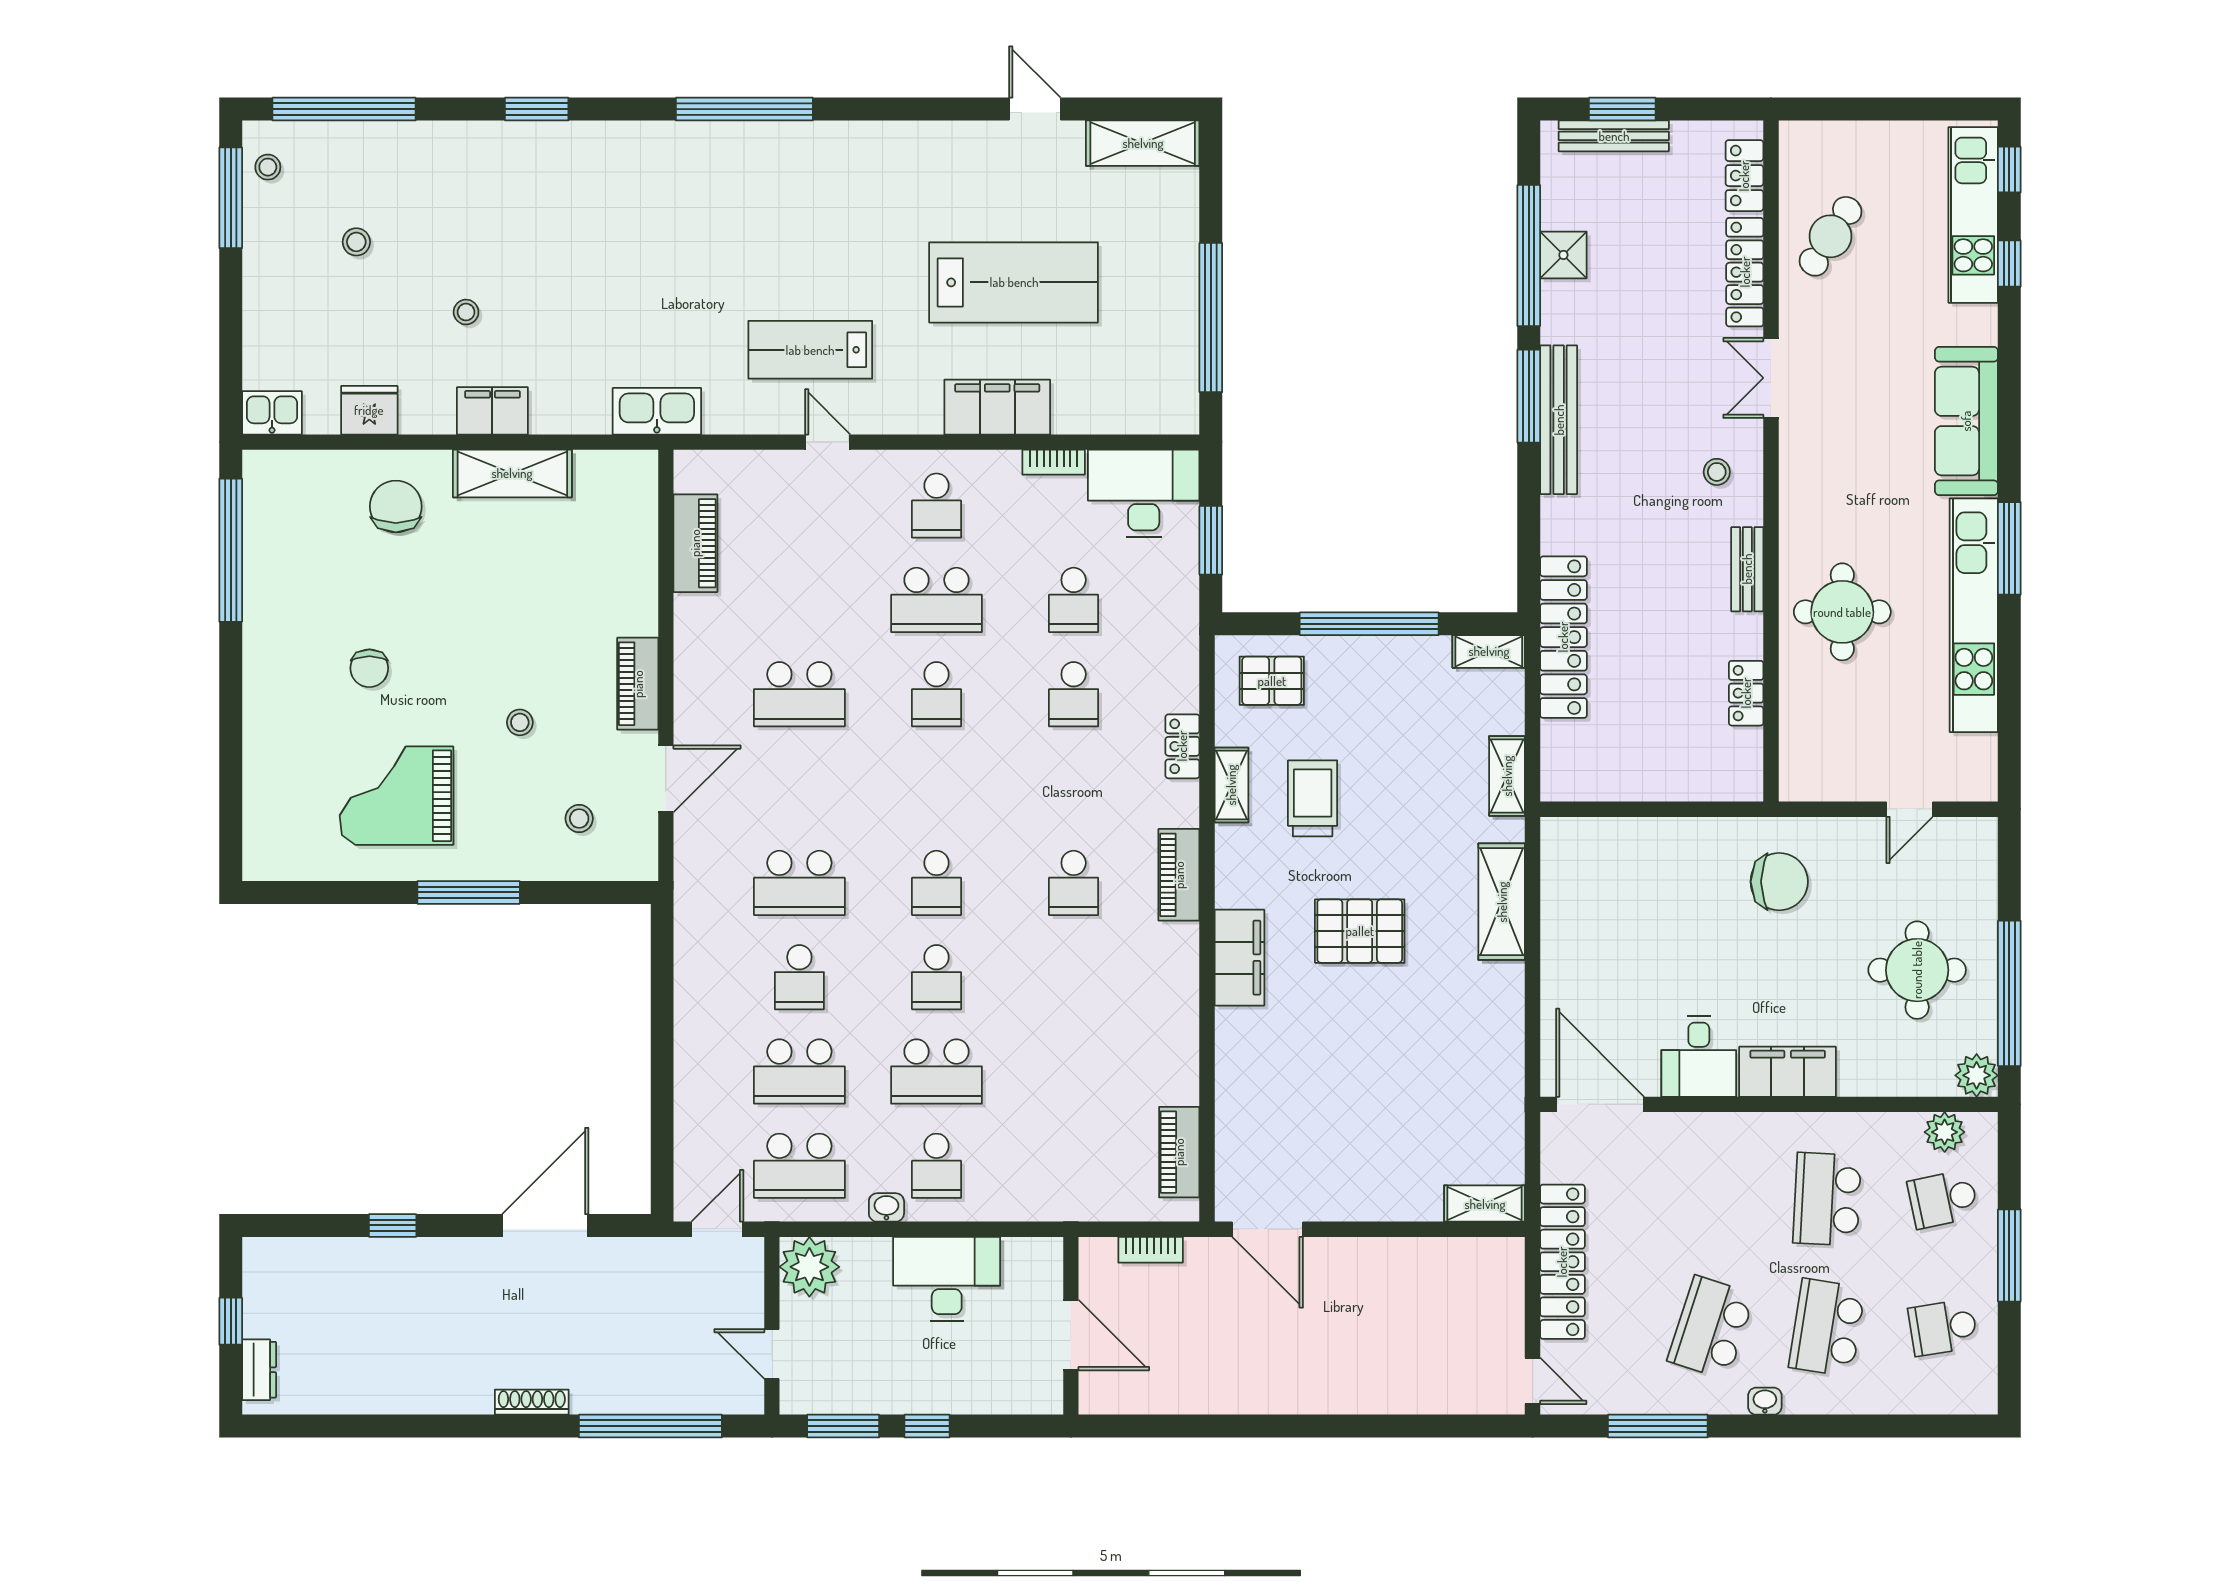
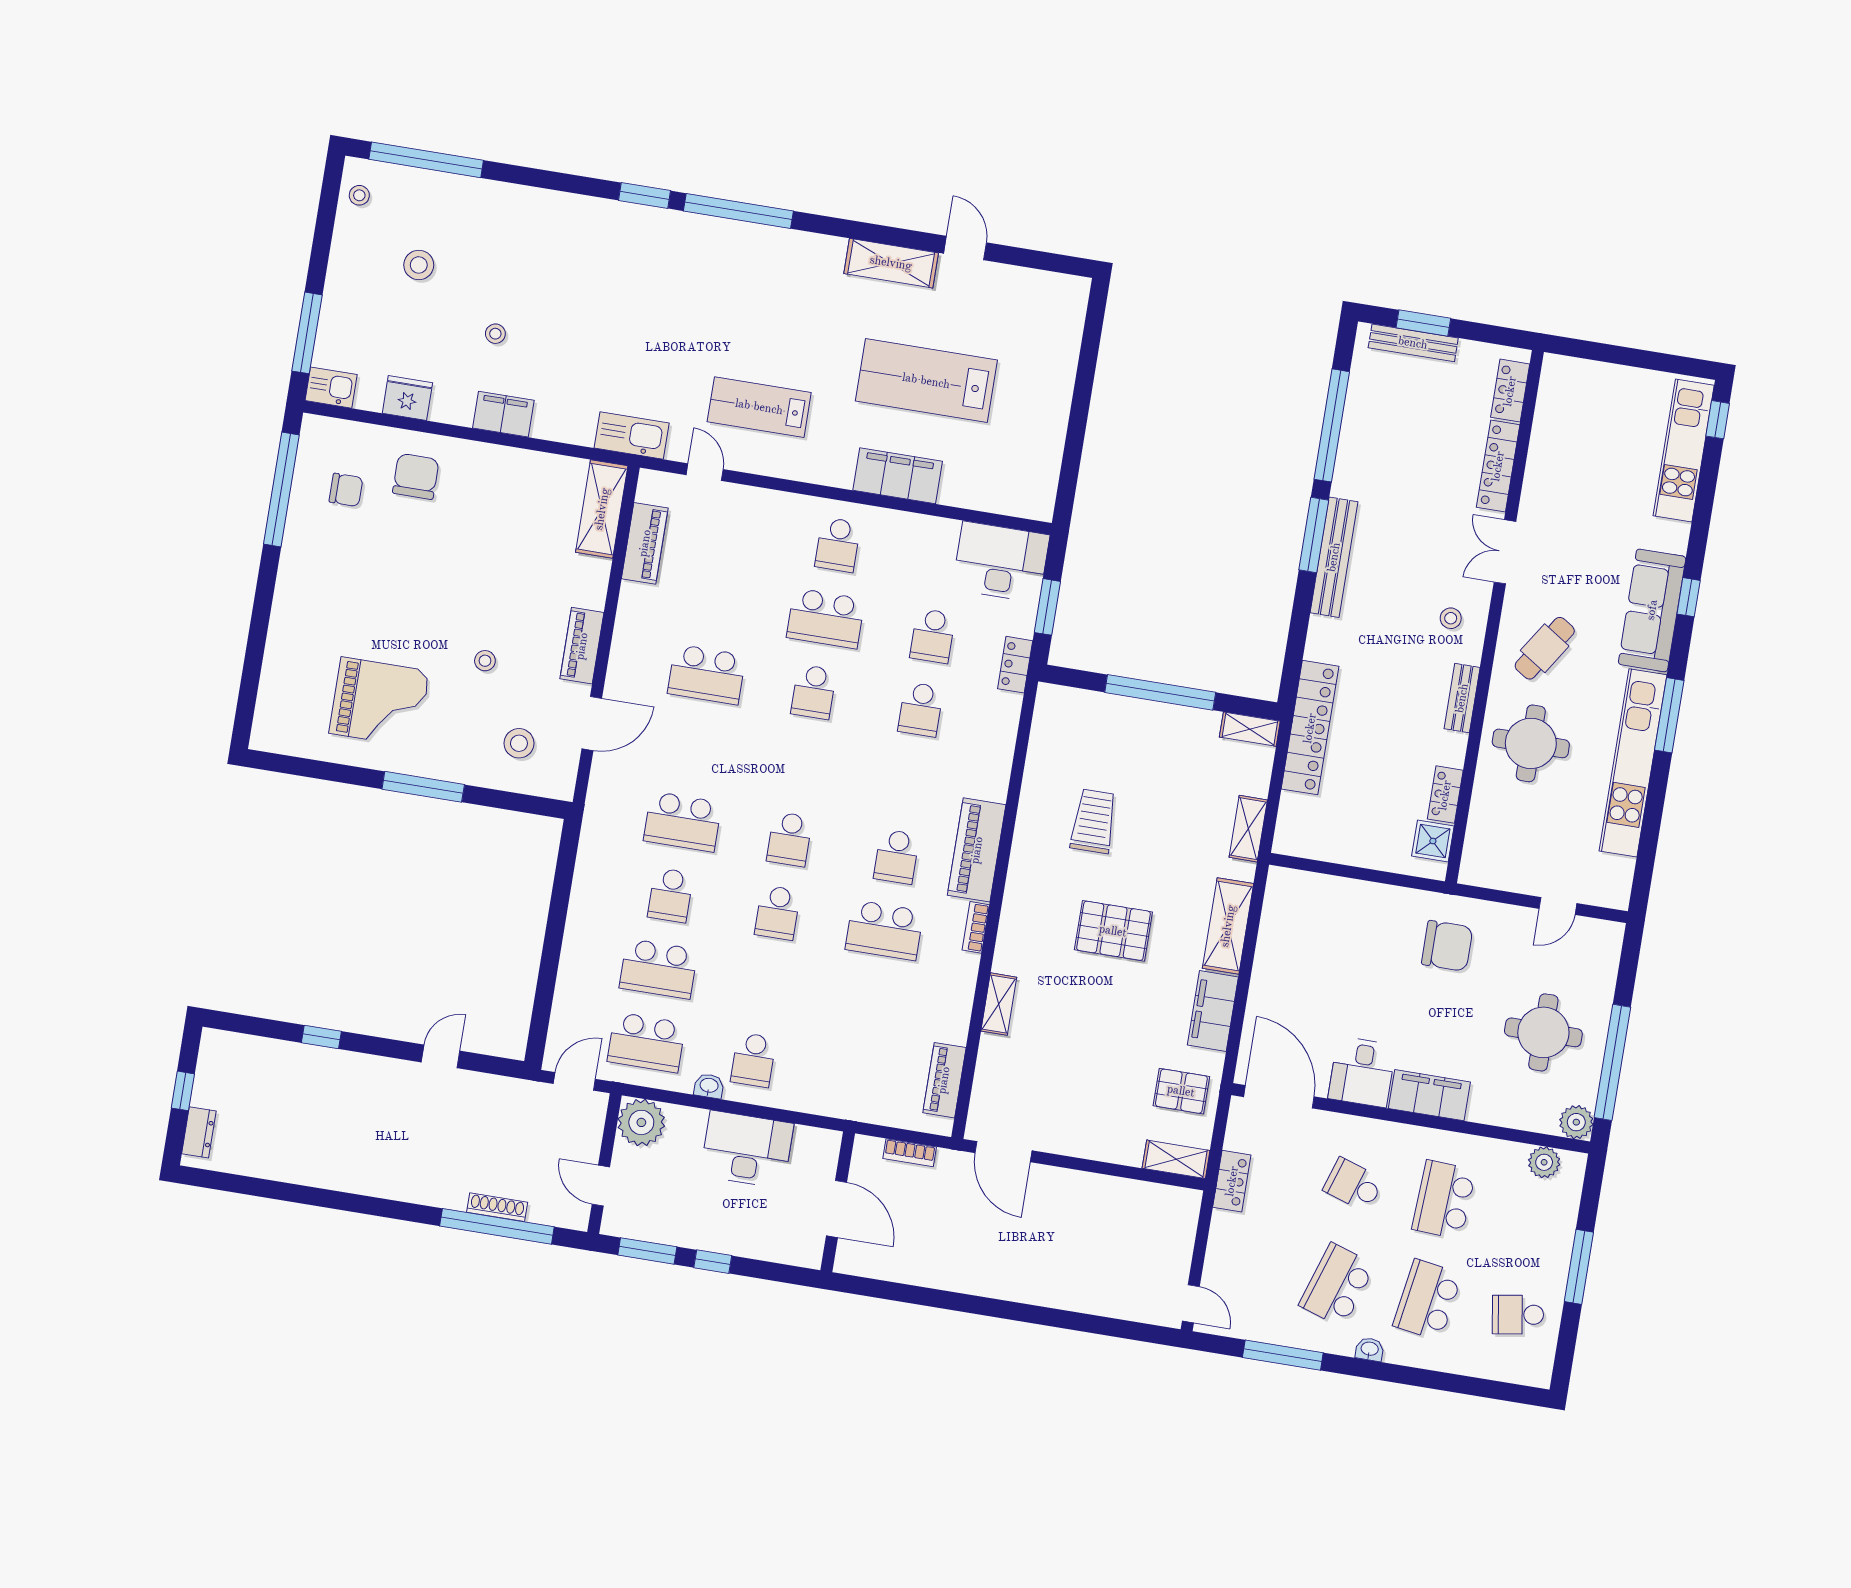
window: (537, 109) -> (645, 196), moved
shelving: (1143, 143) -> (891, 263), moved
window: (231, 198) -> (307, 333), moved
cafe table: (1831, 236) -> (1545, 648), moved
stool: (356, 242) -> (419, 265), width x1.37, depth x1.37
shower: (1563, 255) -> (1433, 841), moved
window: (2009, 264) -> (1689, 597), moved
lab bench: (1014, 282) -> (926, 381), turned 180
window: (1211, 318) -> (1076, 433), removed
door: (828, 442) -> (705, 472), moved
bookcase: (1054, 462) -> (976, 927), moved, turned 90
shelving: (512, 473) -> (602, 509), moved, turned 90
chair: (369, 668) -> (346, 490), moved, turned -90
pallet: (1272, 681) -> (1181, 1091), moved
locker: (1182, 746) -> (1015, 665), moved
shelving: (1231, 785) -> (999, 1004), moved
grand piano: (396, 796) -> (379, 702), turned 180
stool: (579, 819) -> (519, 743), width x1.37, depth x1.37
piano: (1179, 875) -> (977, 850), width x1.37, depth x1.33
filing cabinet: (1239, 958) -> (1213, 1011), moved, turned 180
school desk: (936, 1071) -> (884, 930), moved
school desk: (1943, 1199) -> (1353, 1185), moved, turned 30
door: (545, 1225) -> (441, 1056), width x0.53
locker: (1562, 1262) -> (1232, 1181), width x0.46, depth x0.83
shoe rack: (532, 1402) -> (497, 1207), moved

